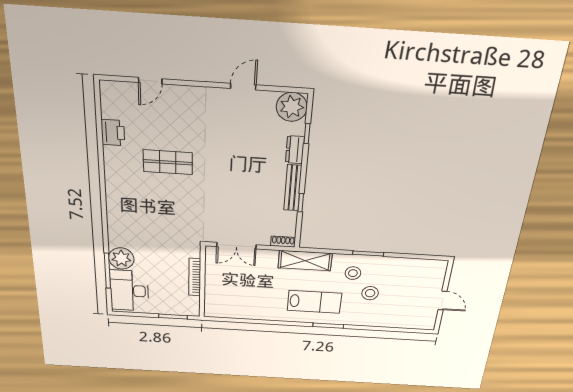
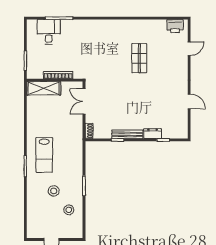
door: (150, 81) -> (189, 49), swing flipped
plant: (292, 107) -> (179, 130), removed
printer: (113, 133) -> (175, 26), moved
plant: (121, 258) -> (69, 28), removed
shelving: (305, 261) -> (44, 88), moved, turned 90
stool: (353, 273) -> (69, 210), moved
desk: (129, 291) -> (49, 32), width x0.73

